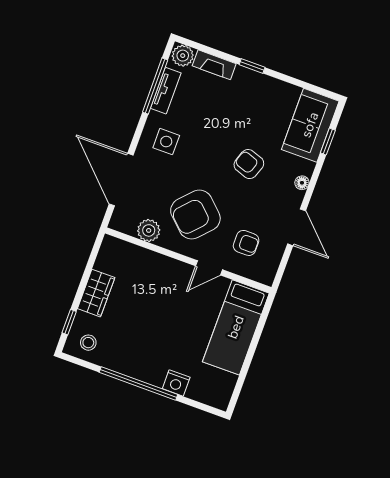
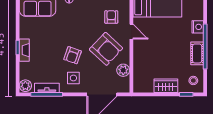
fireplace: (214, 65) -> (24, 50), moved
armchair: (249, 164) -> (73, 55), moved
cot: (132, 366) -> (197, 53), added

